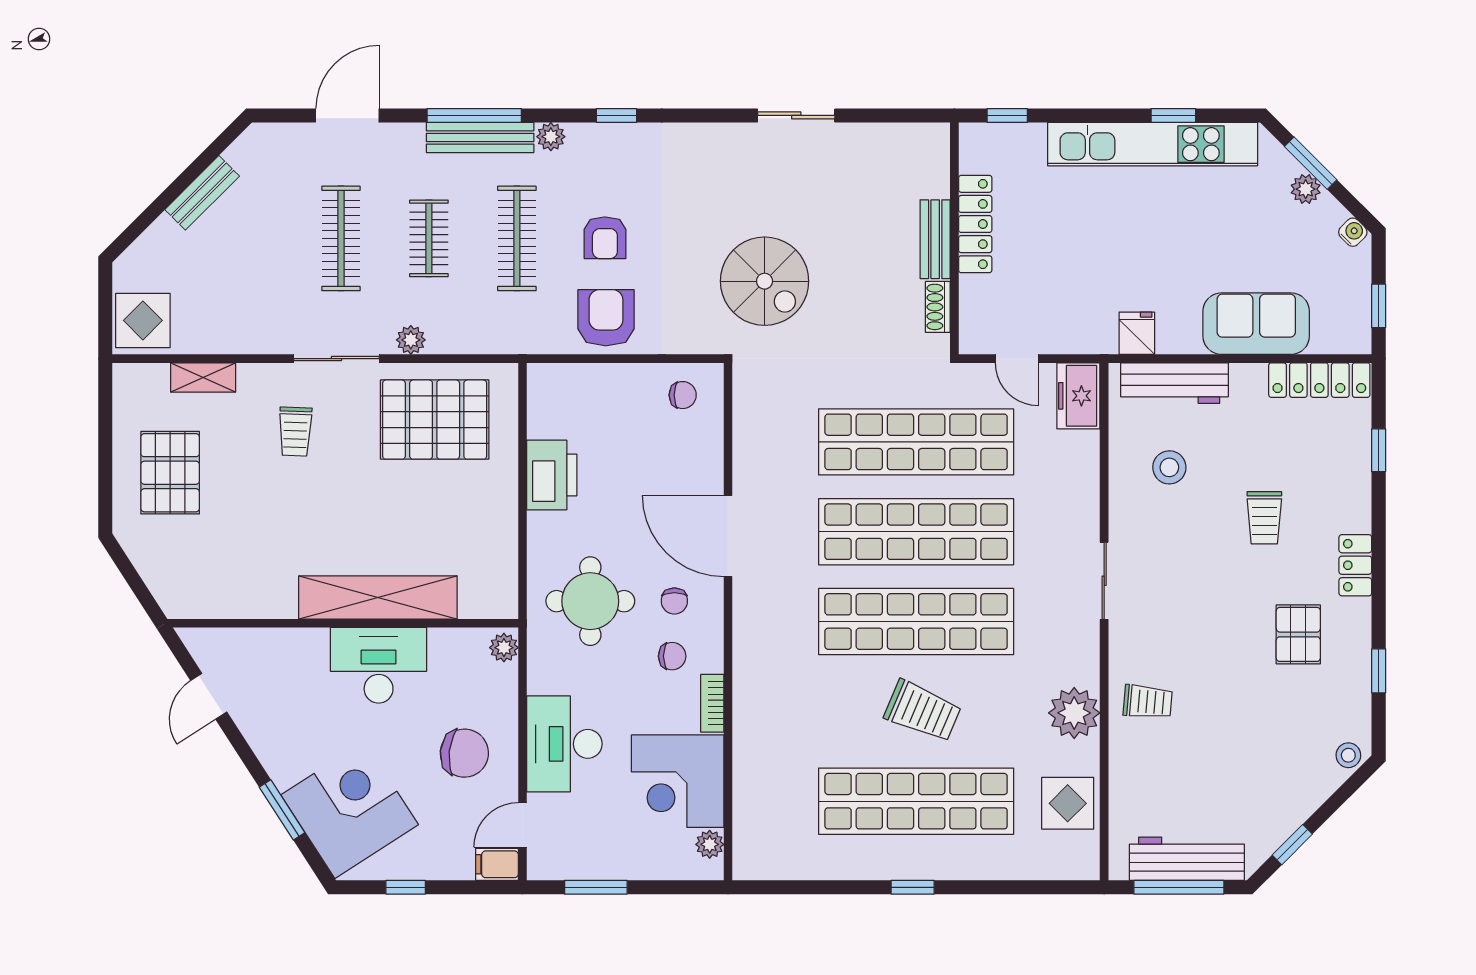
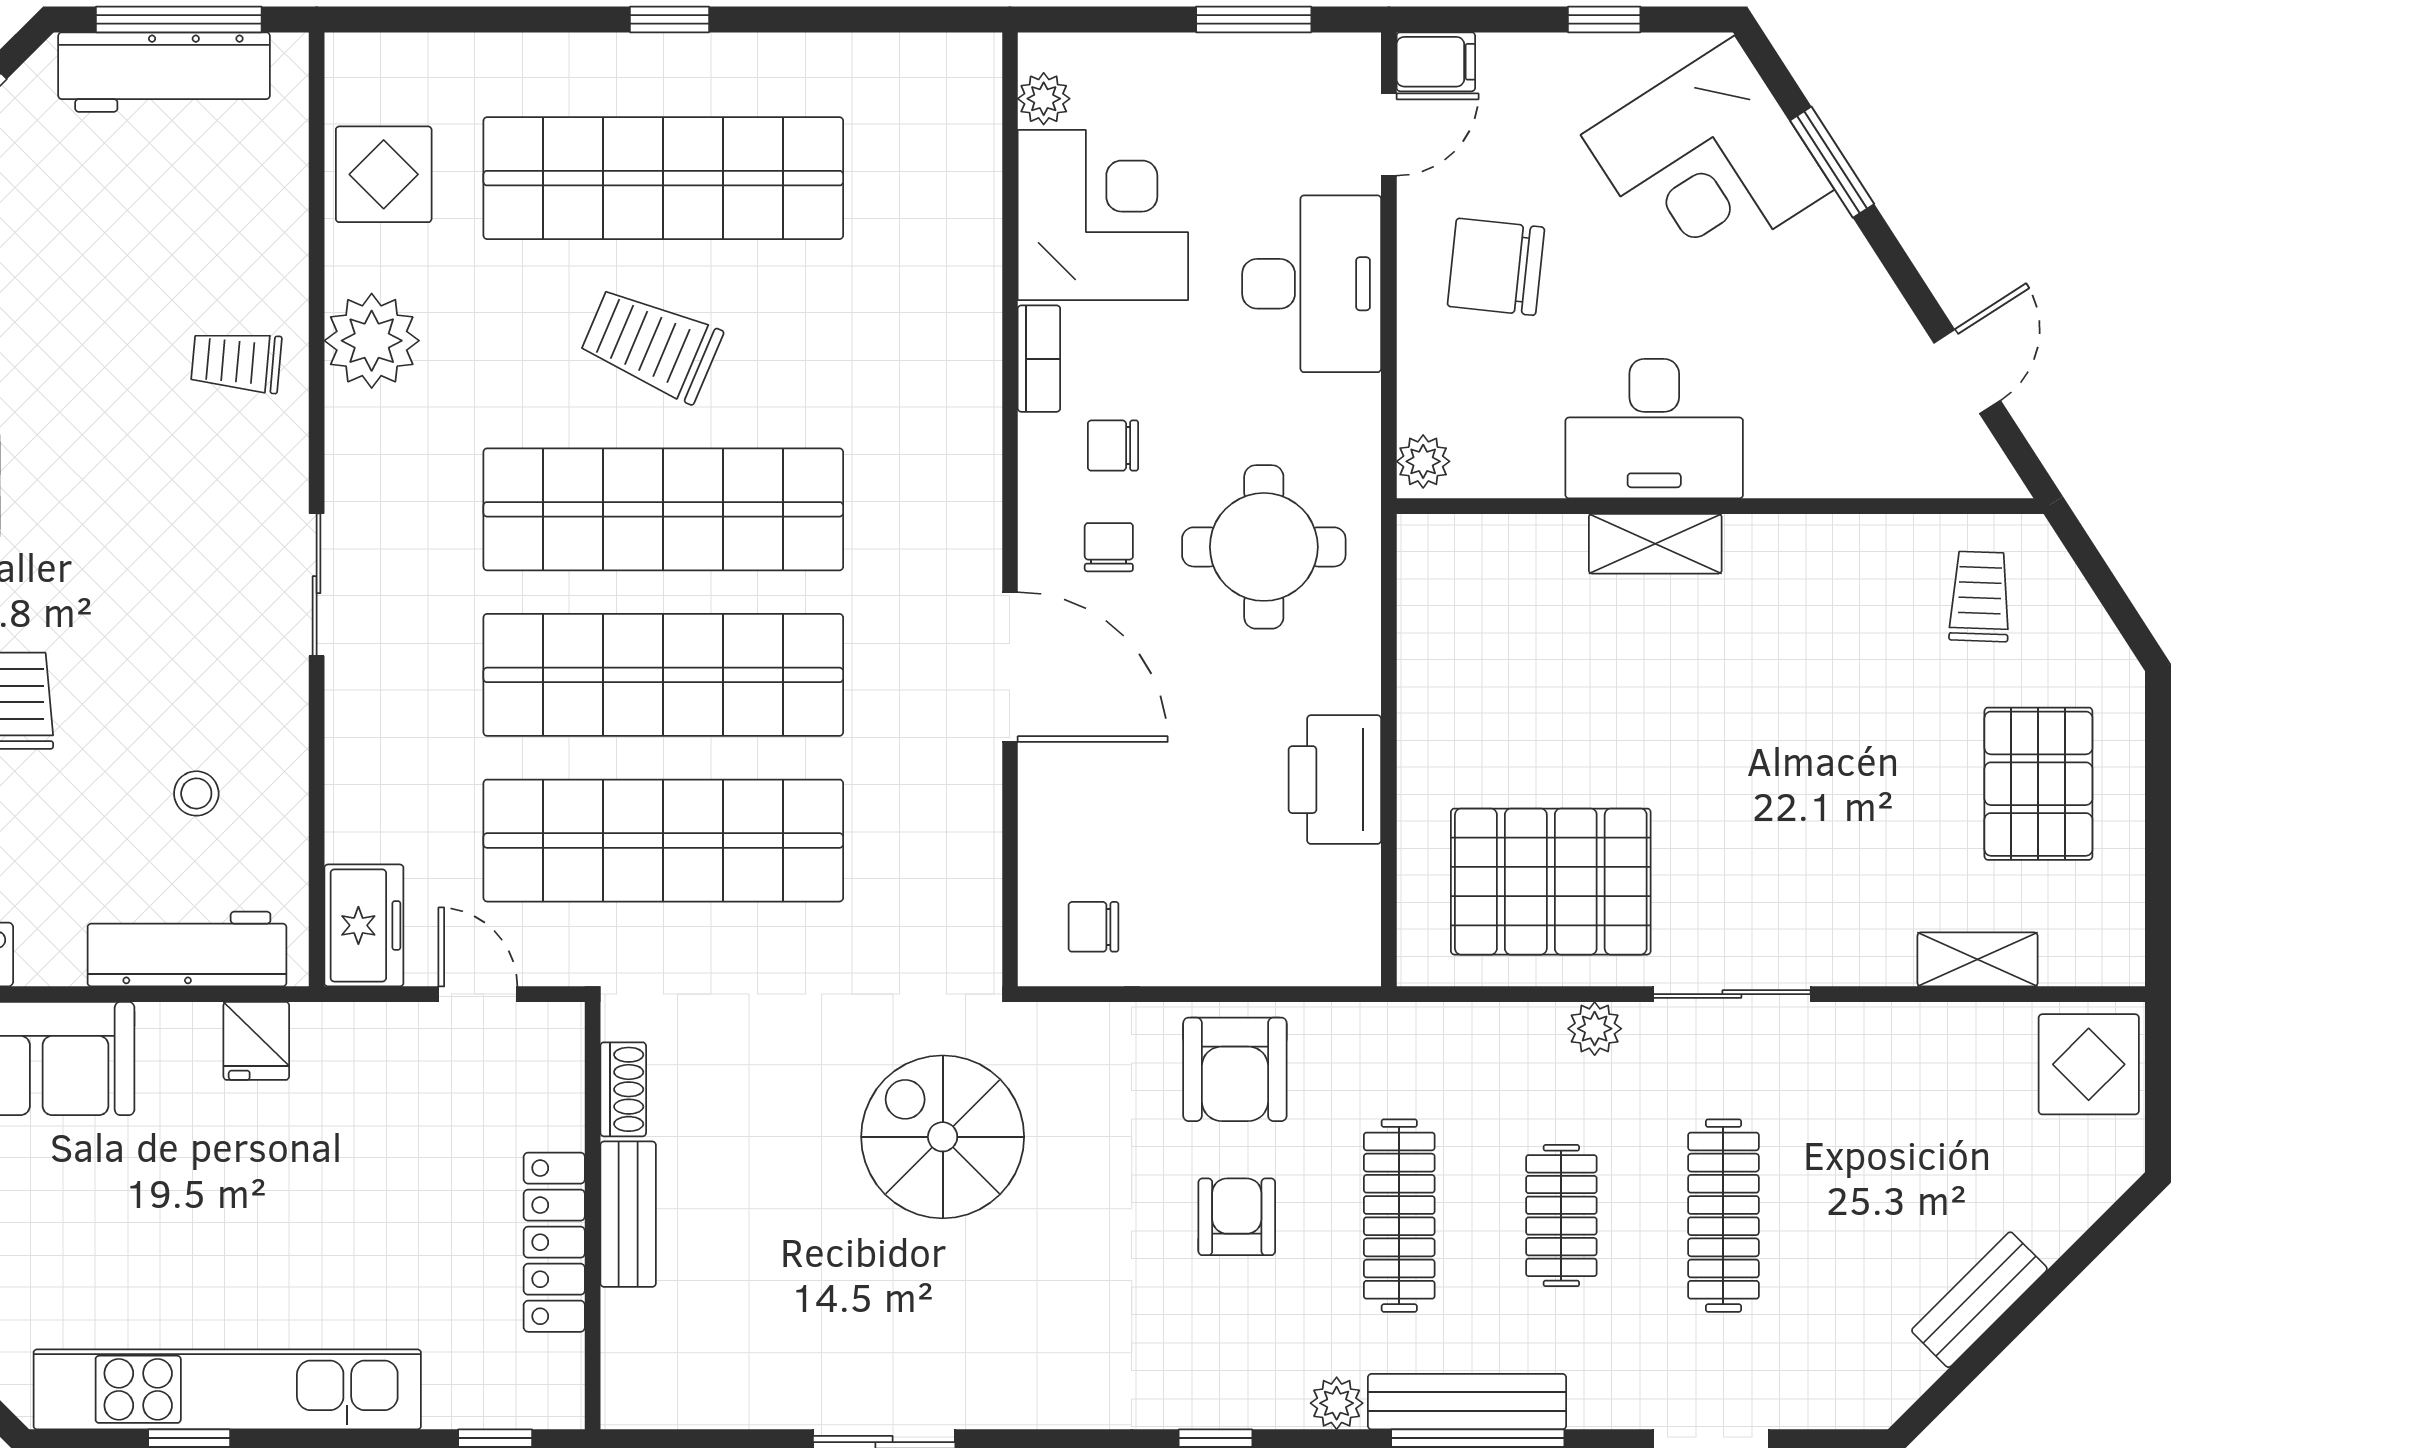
trolley: (295, 432) -> (1980, 596), moved
stool: (1169, 467) -> (196, 793), width x0.73, depth x0.73
shelving: (378, 597) -> (1655, 544), width x0.45, depth x0.75

